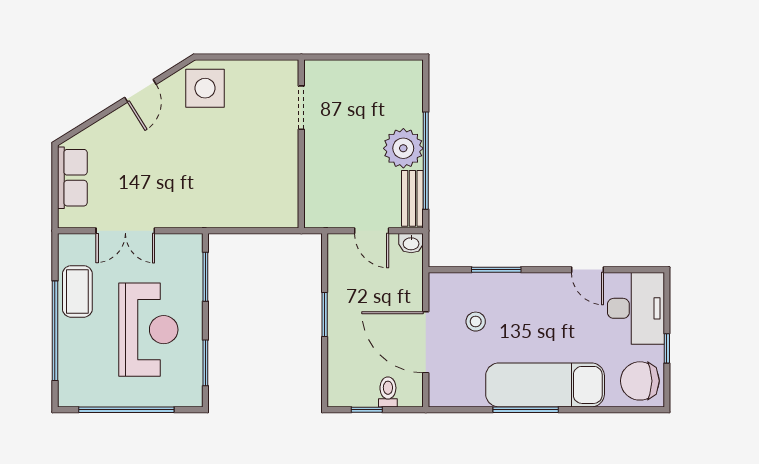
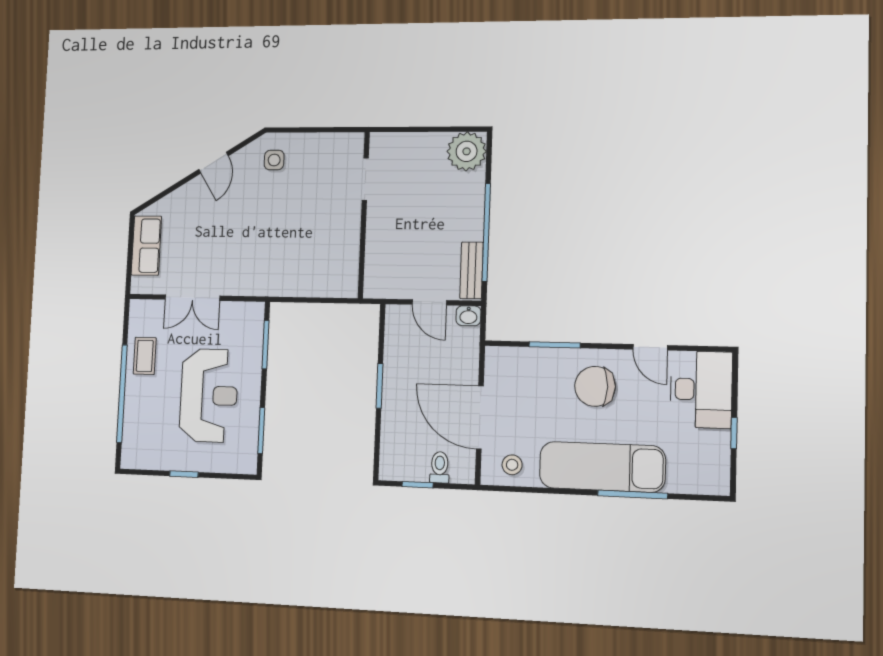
side table: (205, 88) -> (274, 160), width x0.54, depth x0.54
plant: (403, 148) -> (467, 151), moved
coffee table: (77, 291) -> (145, 356), width x0.73, depth x0.77
stool: (476, 322) -> (512, 465), moved
chair: (640, 381) -> (595, 386), moved
window: (126, 410) -> (184, 474), width x0.32
window: (526, 410) -> (633, 494), moved

